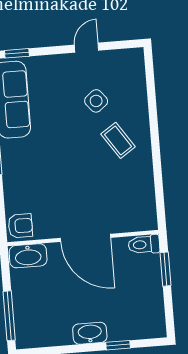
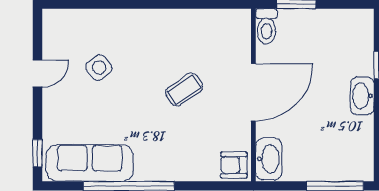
door: (87, 48) -> (38, 74), swing flipped
coffee table: (118, 140) -> (184, 90), moved
armchair: (20, 226) -> (234, 165), turned -90

